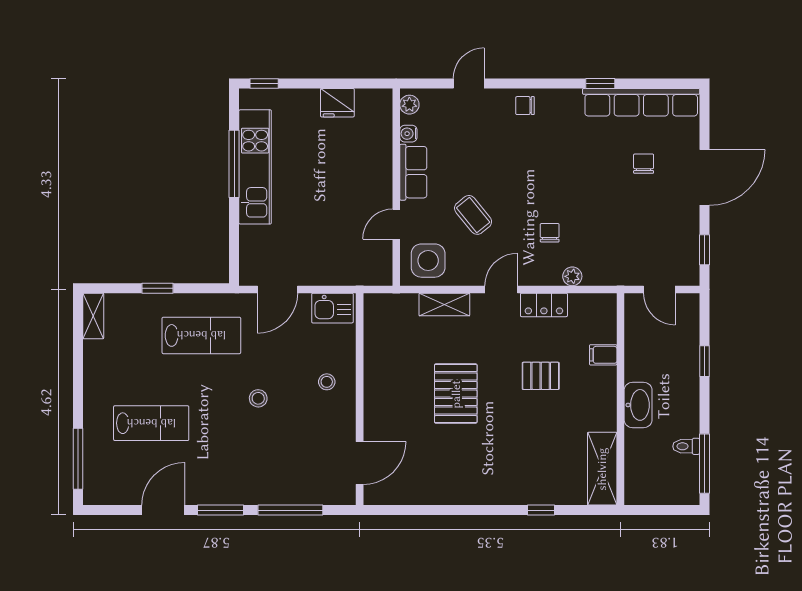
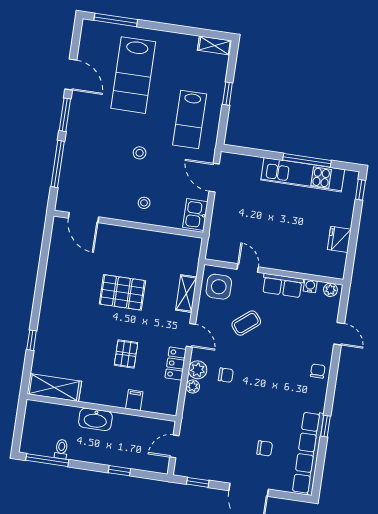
plant: (548, 273) -> (198, 370), added
lab bench: (151, 423) -> (133, 75), width x1.36, depth x1.39

